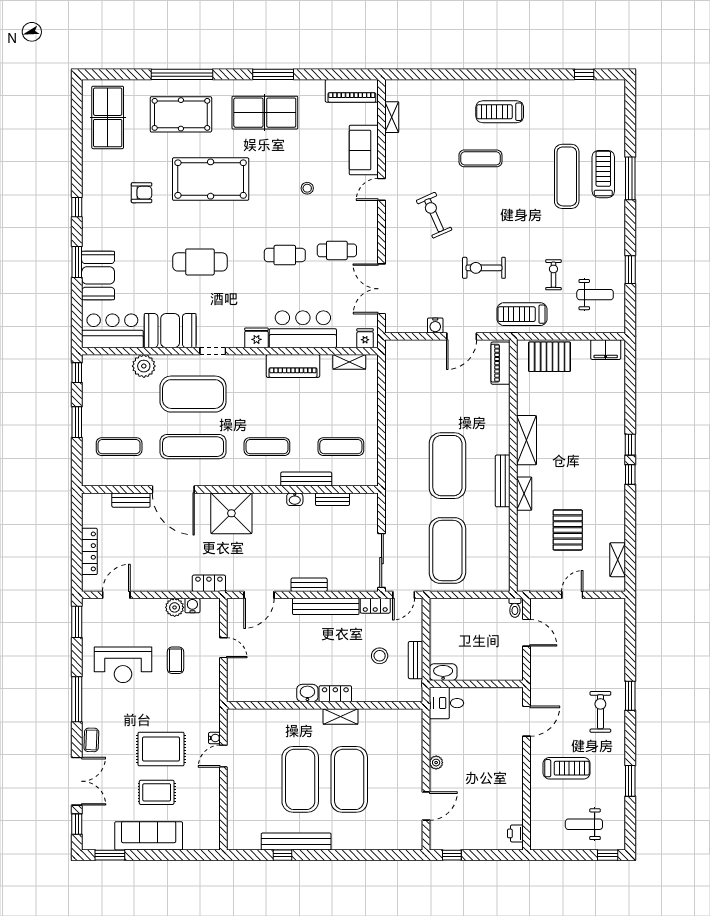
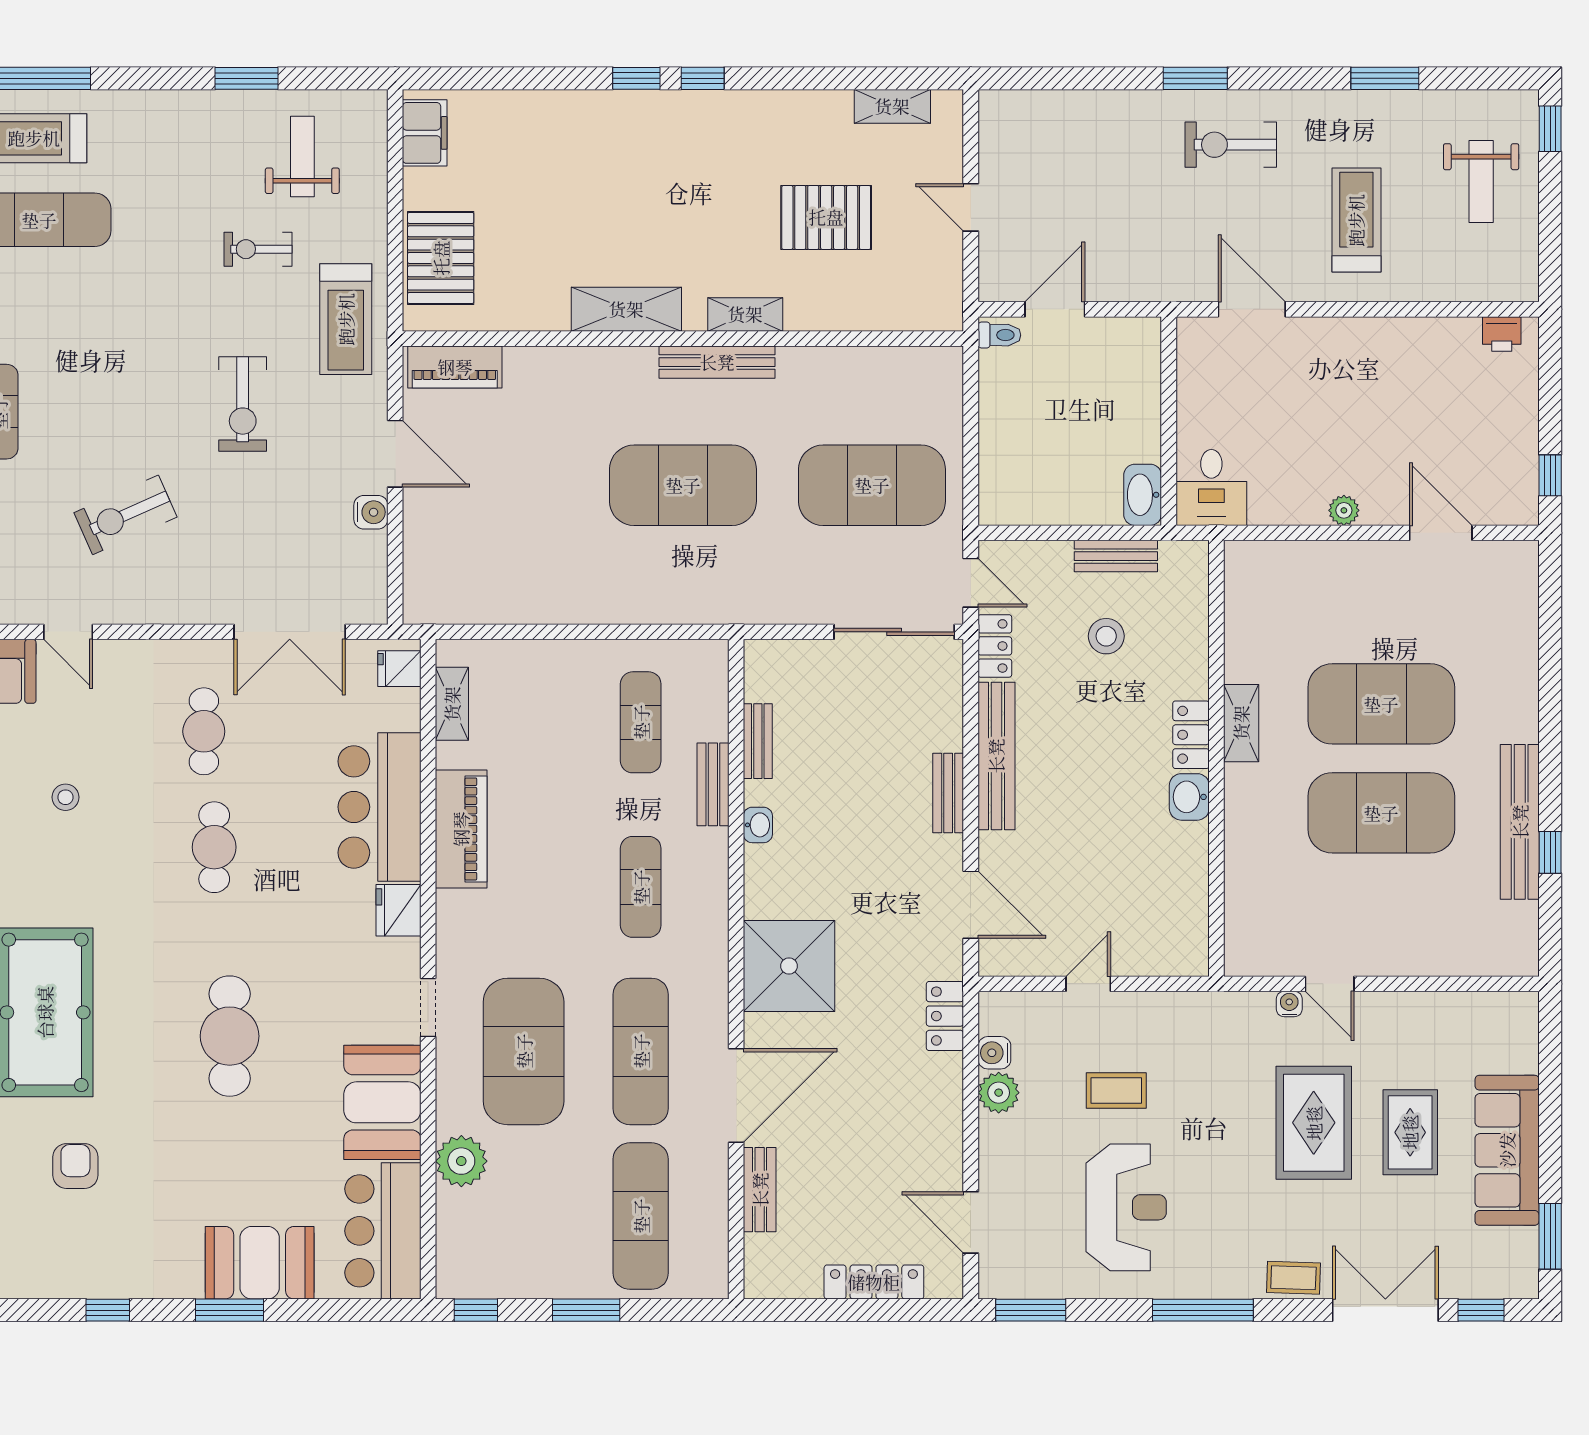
exercise mat: (119, 447) -> (641, 1216), width x1.36, depth x1.45
bench: (306, 479) -> (713, 784), width x0.73

